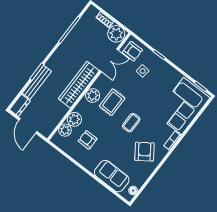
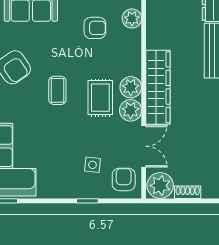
armchair: (132, 51) -> (124, 179), turned 90
double door: (109, 60) -> (144, 146), swing flipped
plant: (74, 119) -> (131, 110), moved

